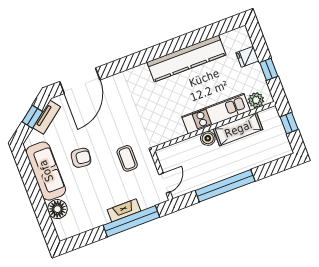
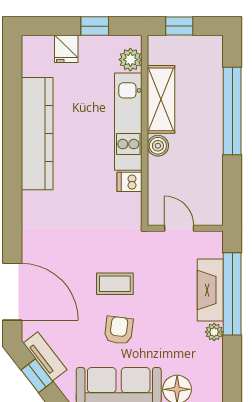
dishwasher: (178, 129) -> (130, 182), added
coffee table: (127, 158) -> (115, 284), moved
door: (165, 183) -> (179, 228), moved
window: (225, 186) -> (232, 111), moved
fireplace: (124, 210) -> (210, 290), width x1.37, depth x1.32
plant: (103, 219) -> (214, 332), added

